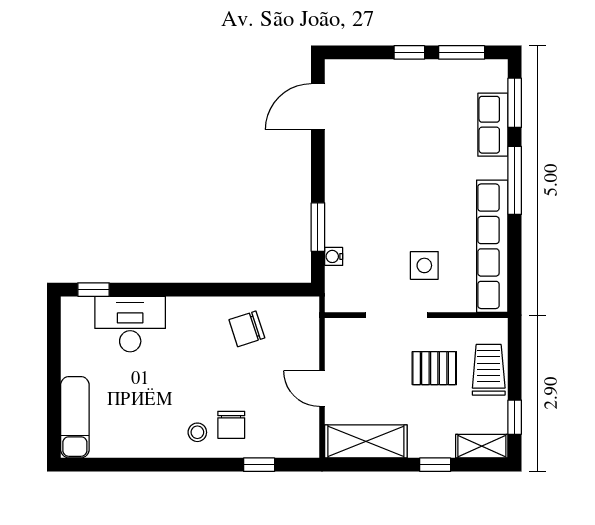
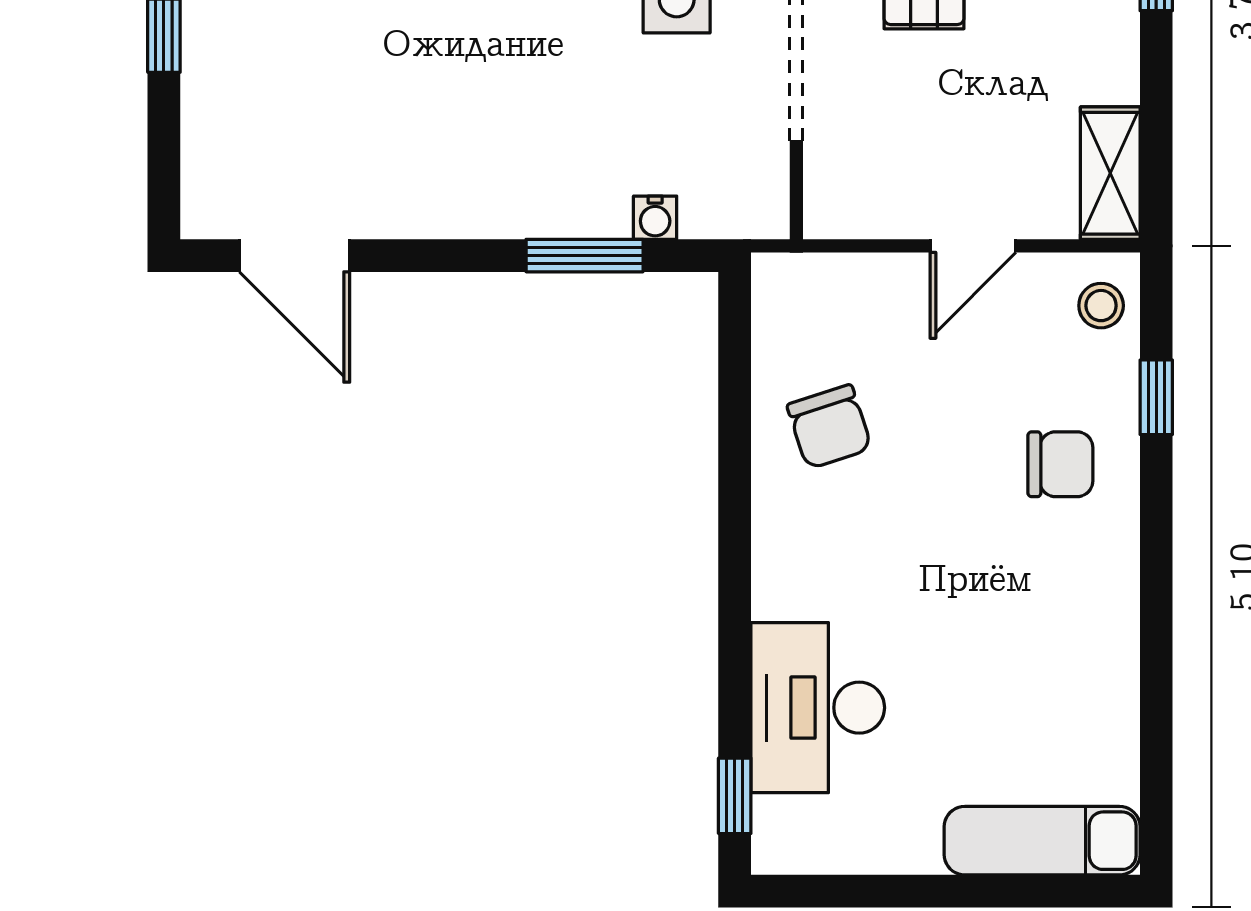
stool: (197, 432) -> (1101, 306), moved
shelving: (366, 441) -> (1110, 173), width x0.67, depth x0.75

